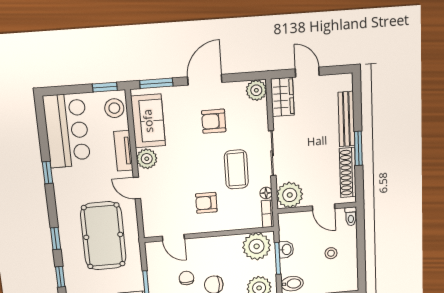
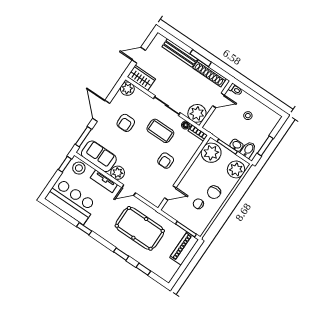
washbasin: (286, 249) -> (236, 145), moved

